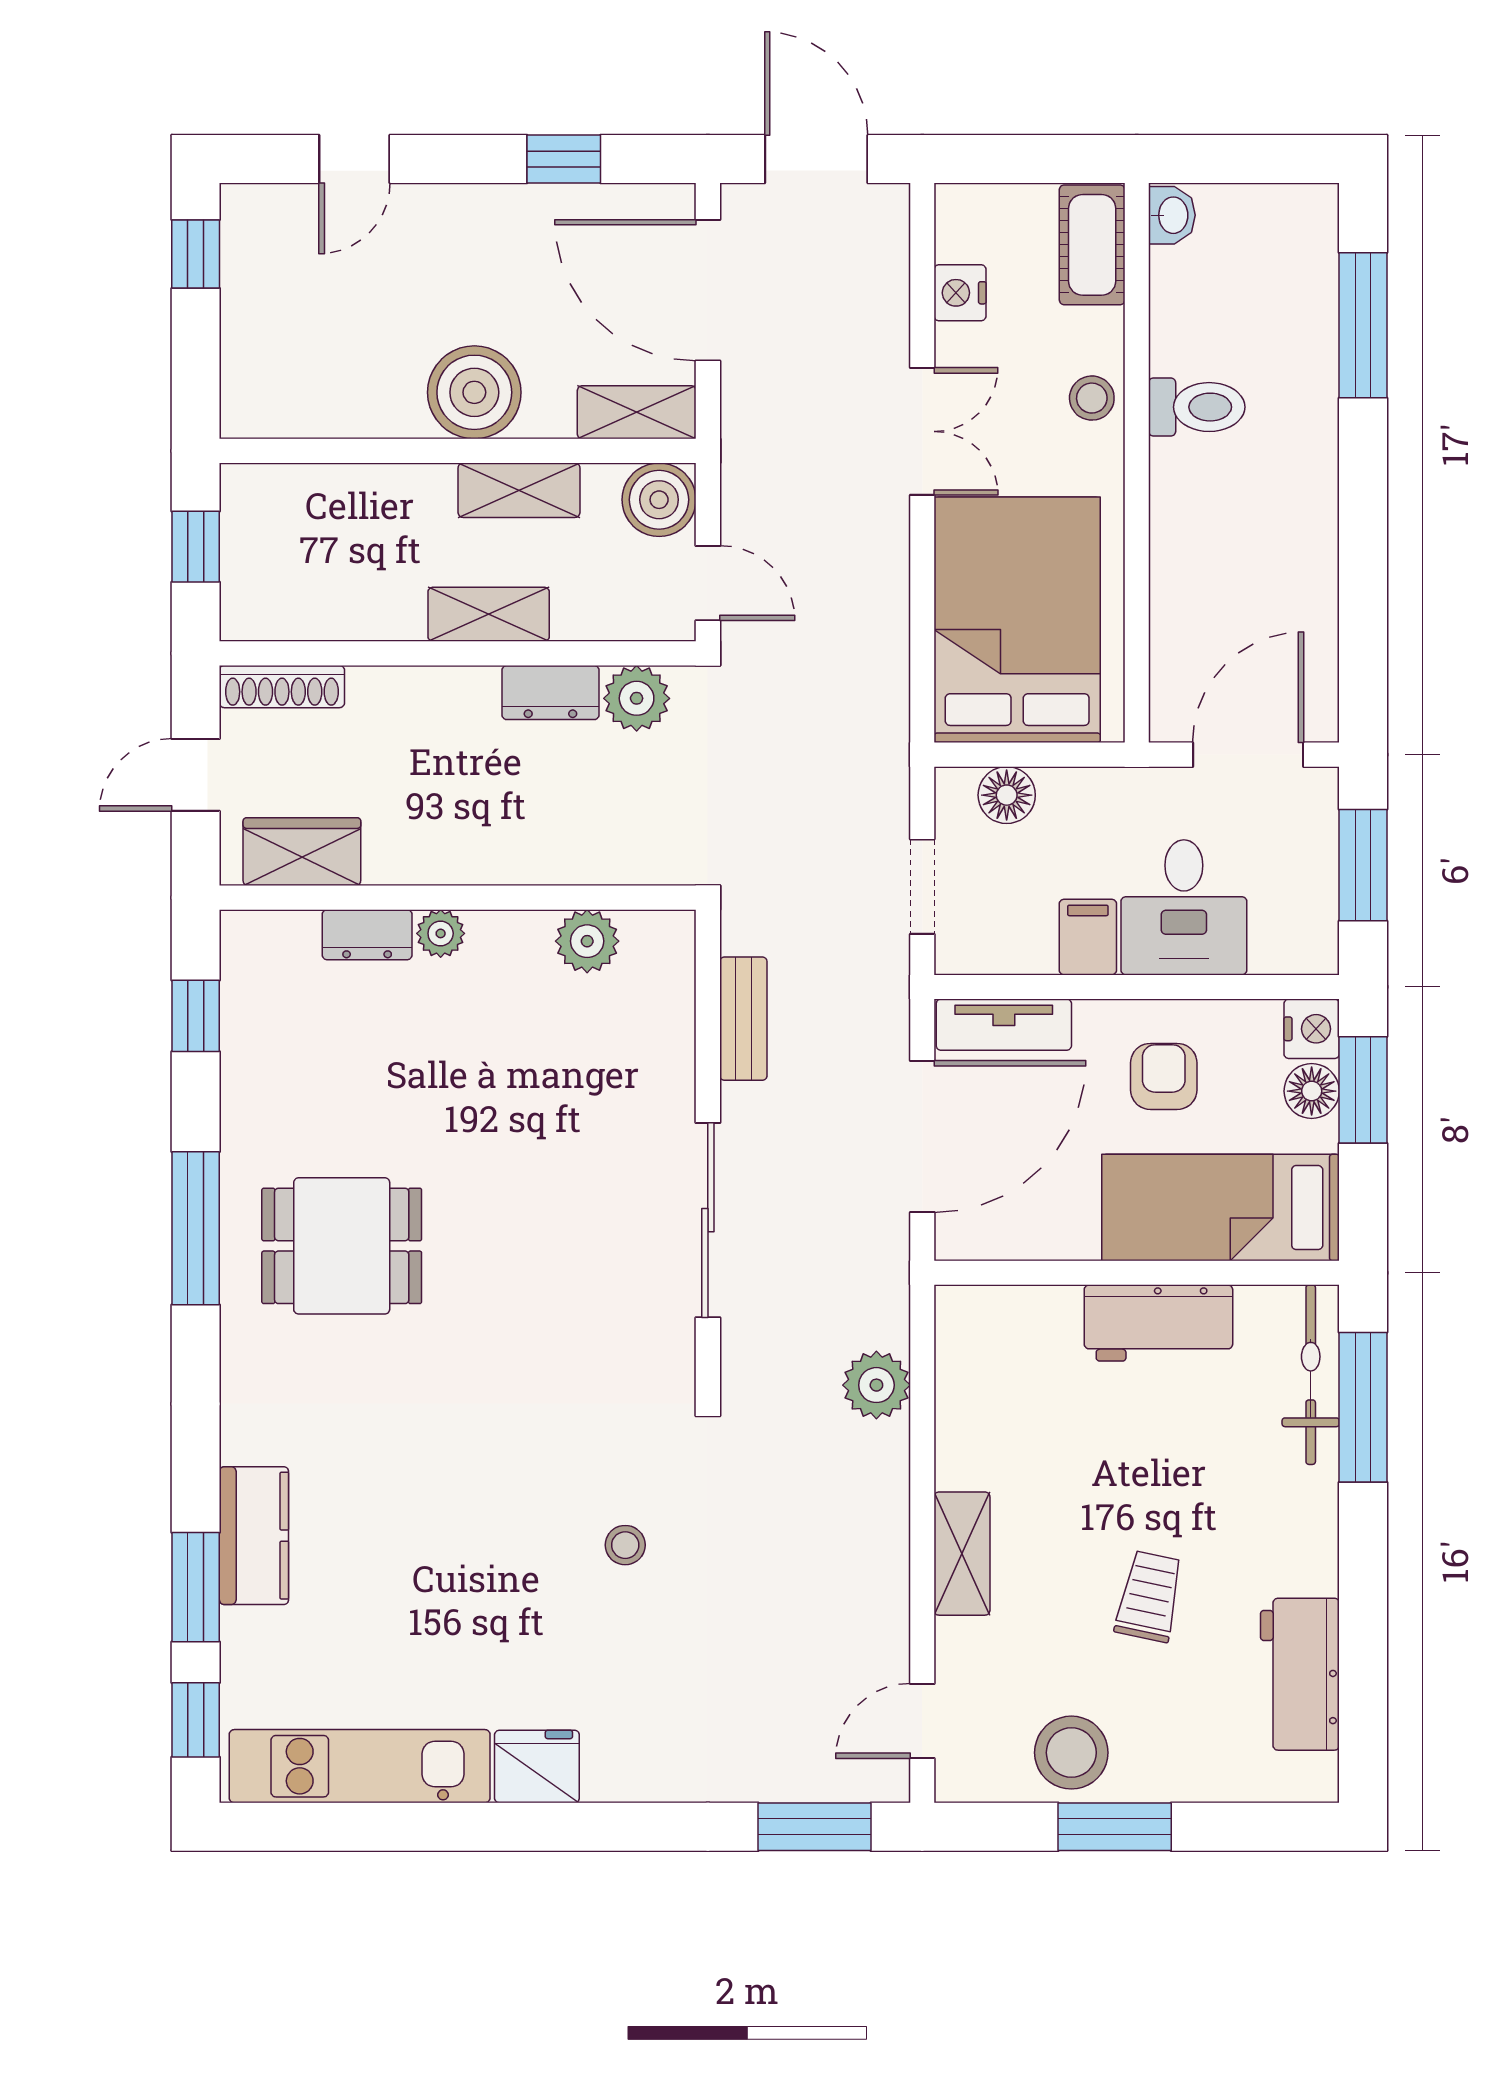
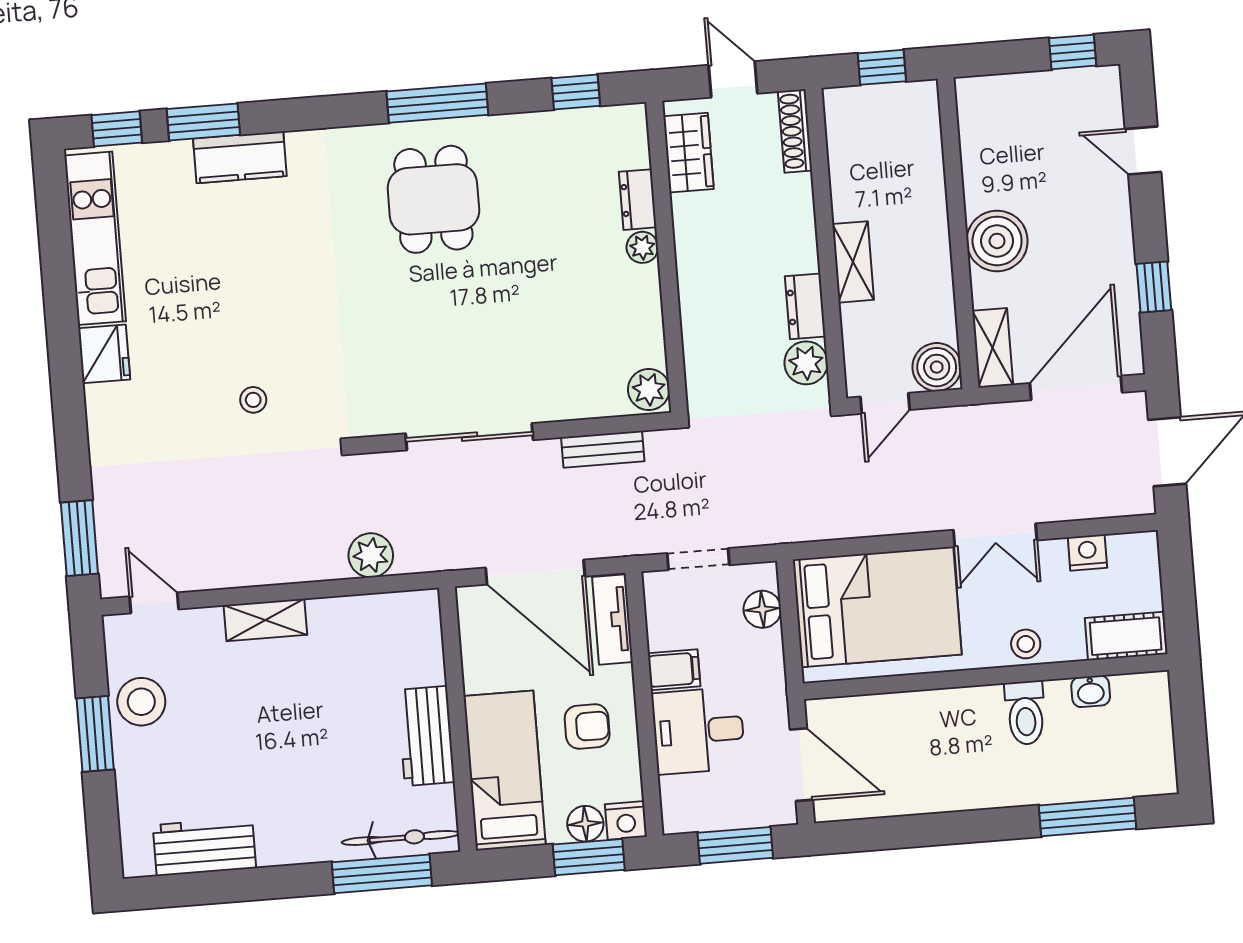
washbasin: (1172, 215) -> (1091, 691), moved
shelving: (519, 490) -> (936, 275), removed
plant: (587, 941) -> (649, 389), moved
trolley: (1149, 1597) -> (247, 744), removed

